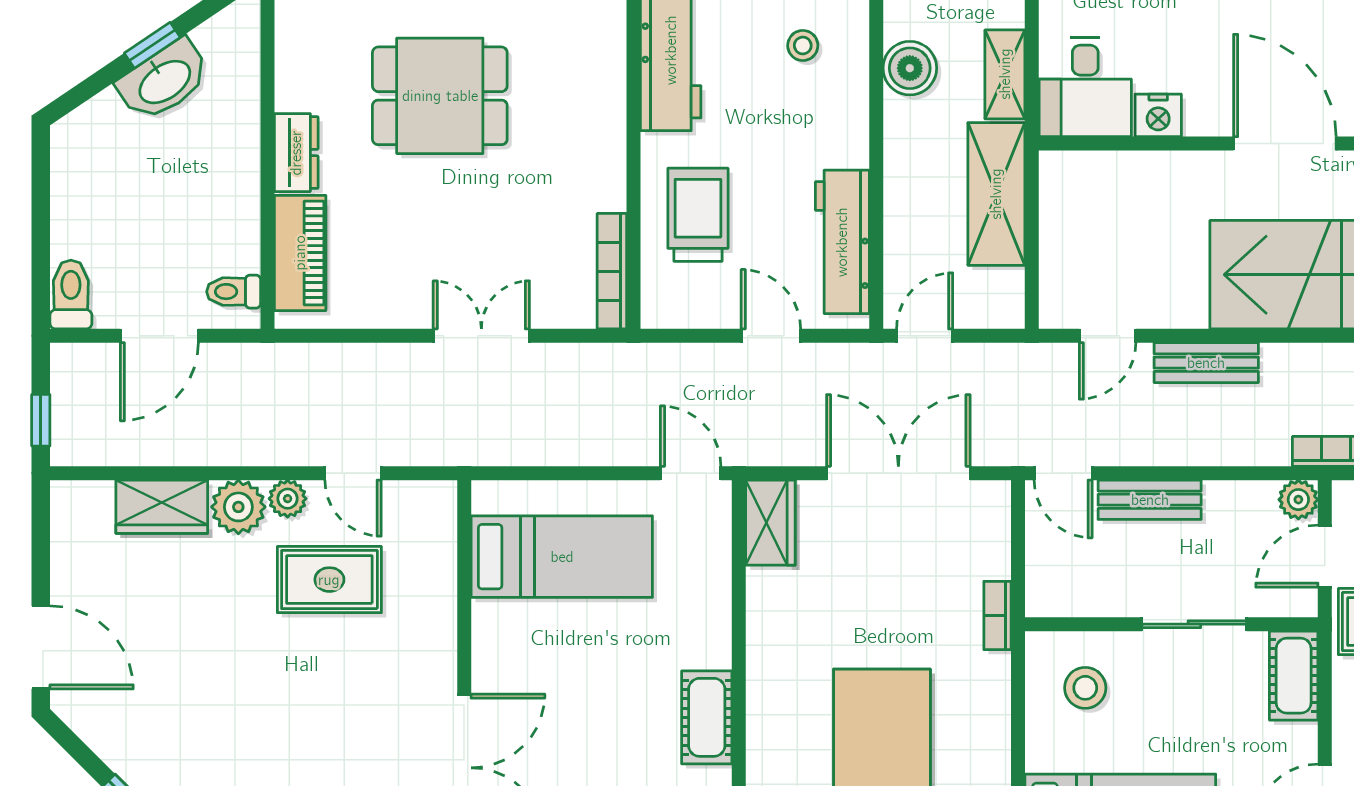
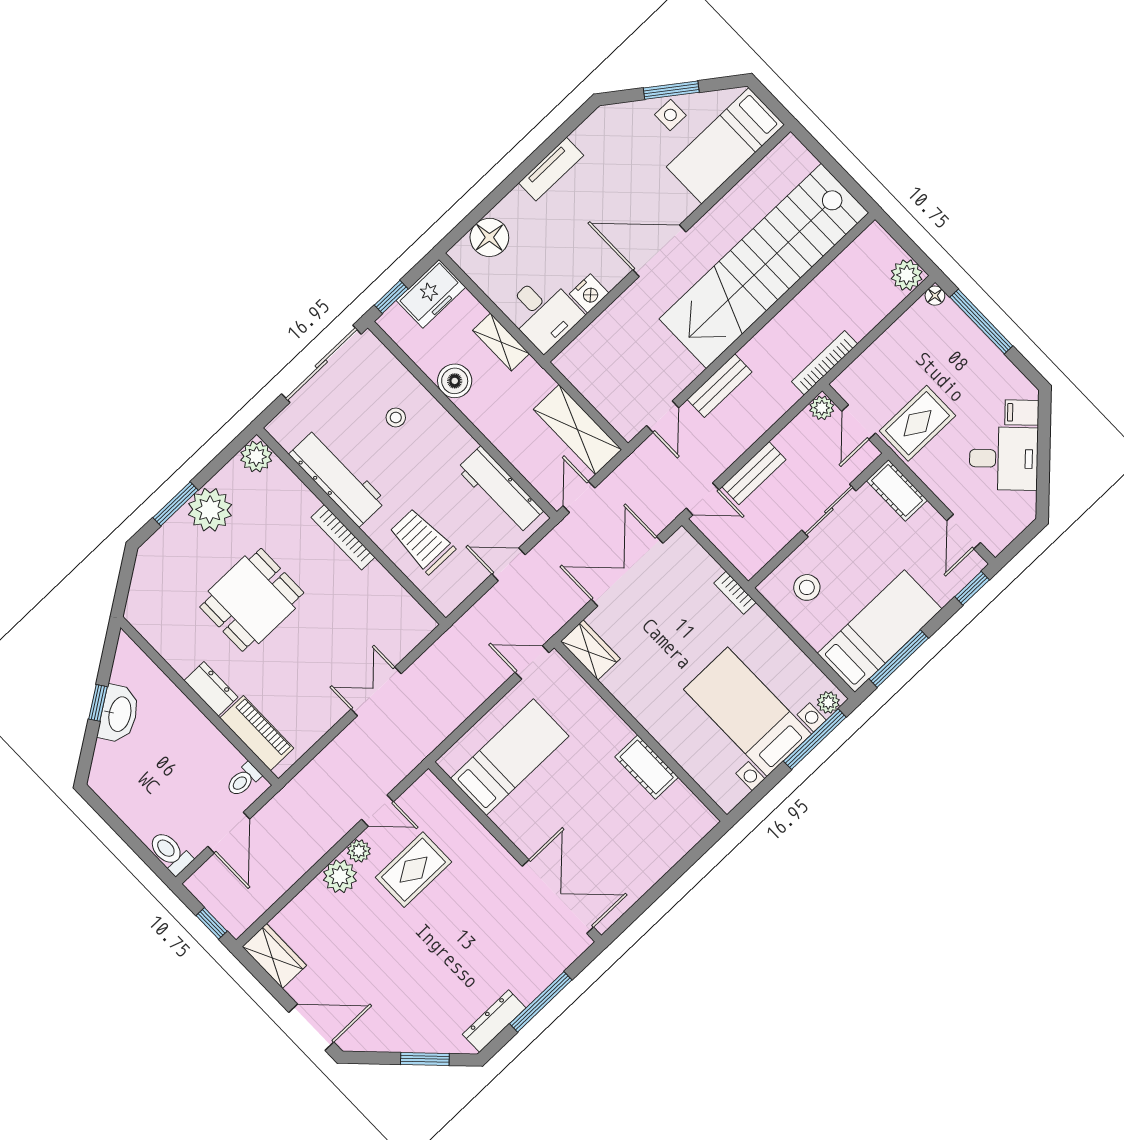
shelving: (996, 194) -> (577, 430), moved
bookcase: (612, 271) -> (343, 537), moved
wardrobe: (162, 507) -> (274, 956), moved, turned -90

